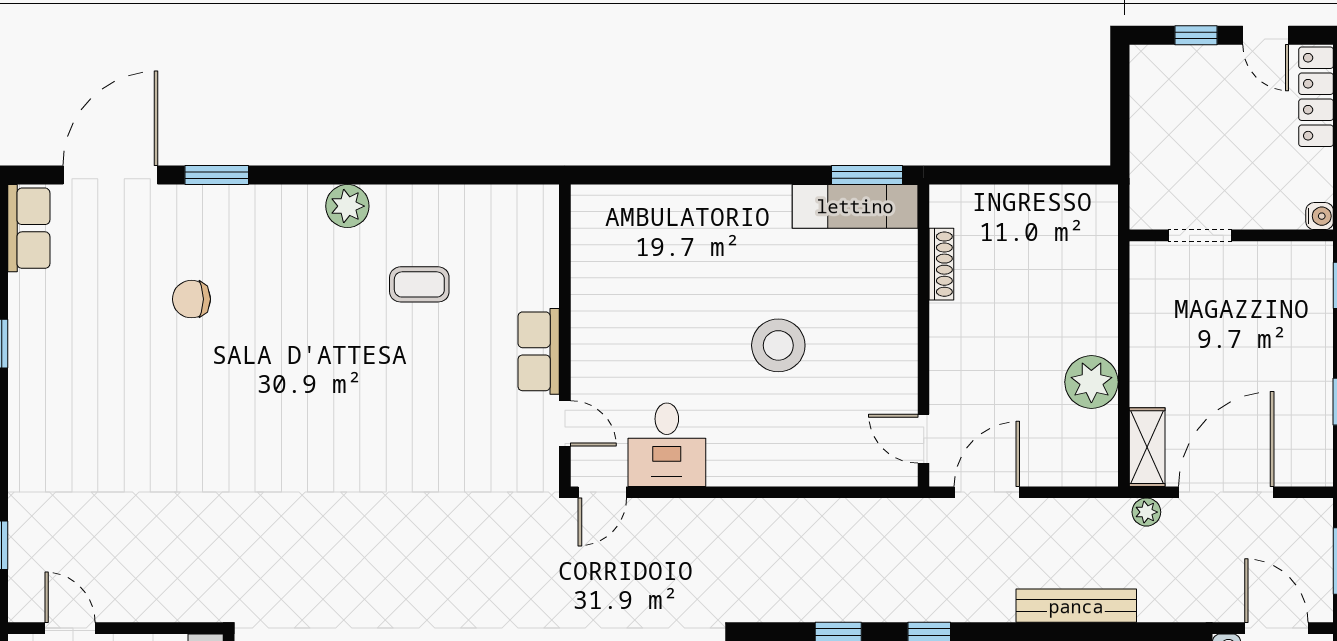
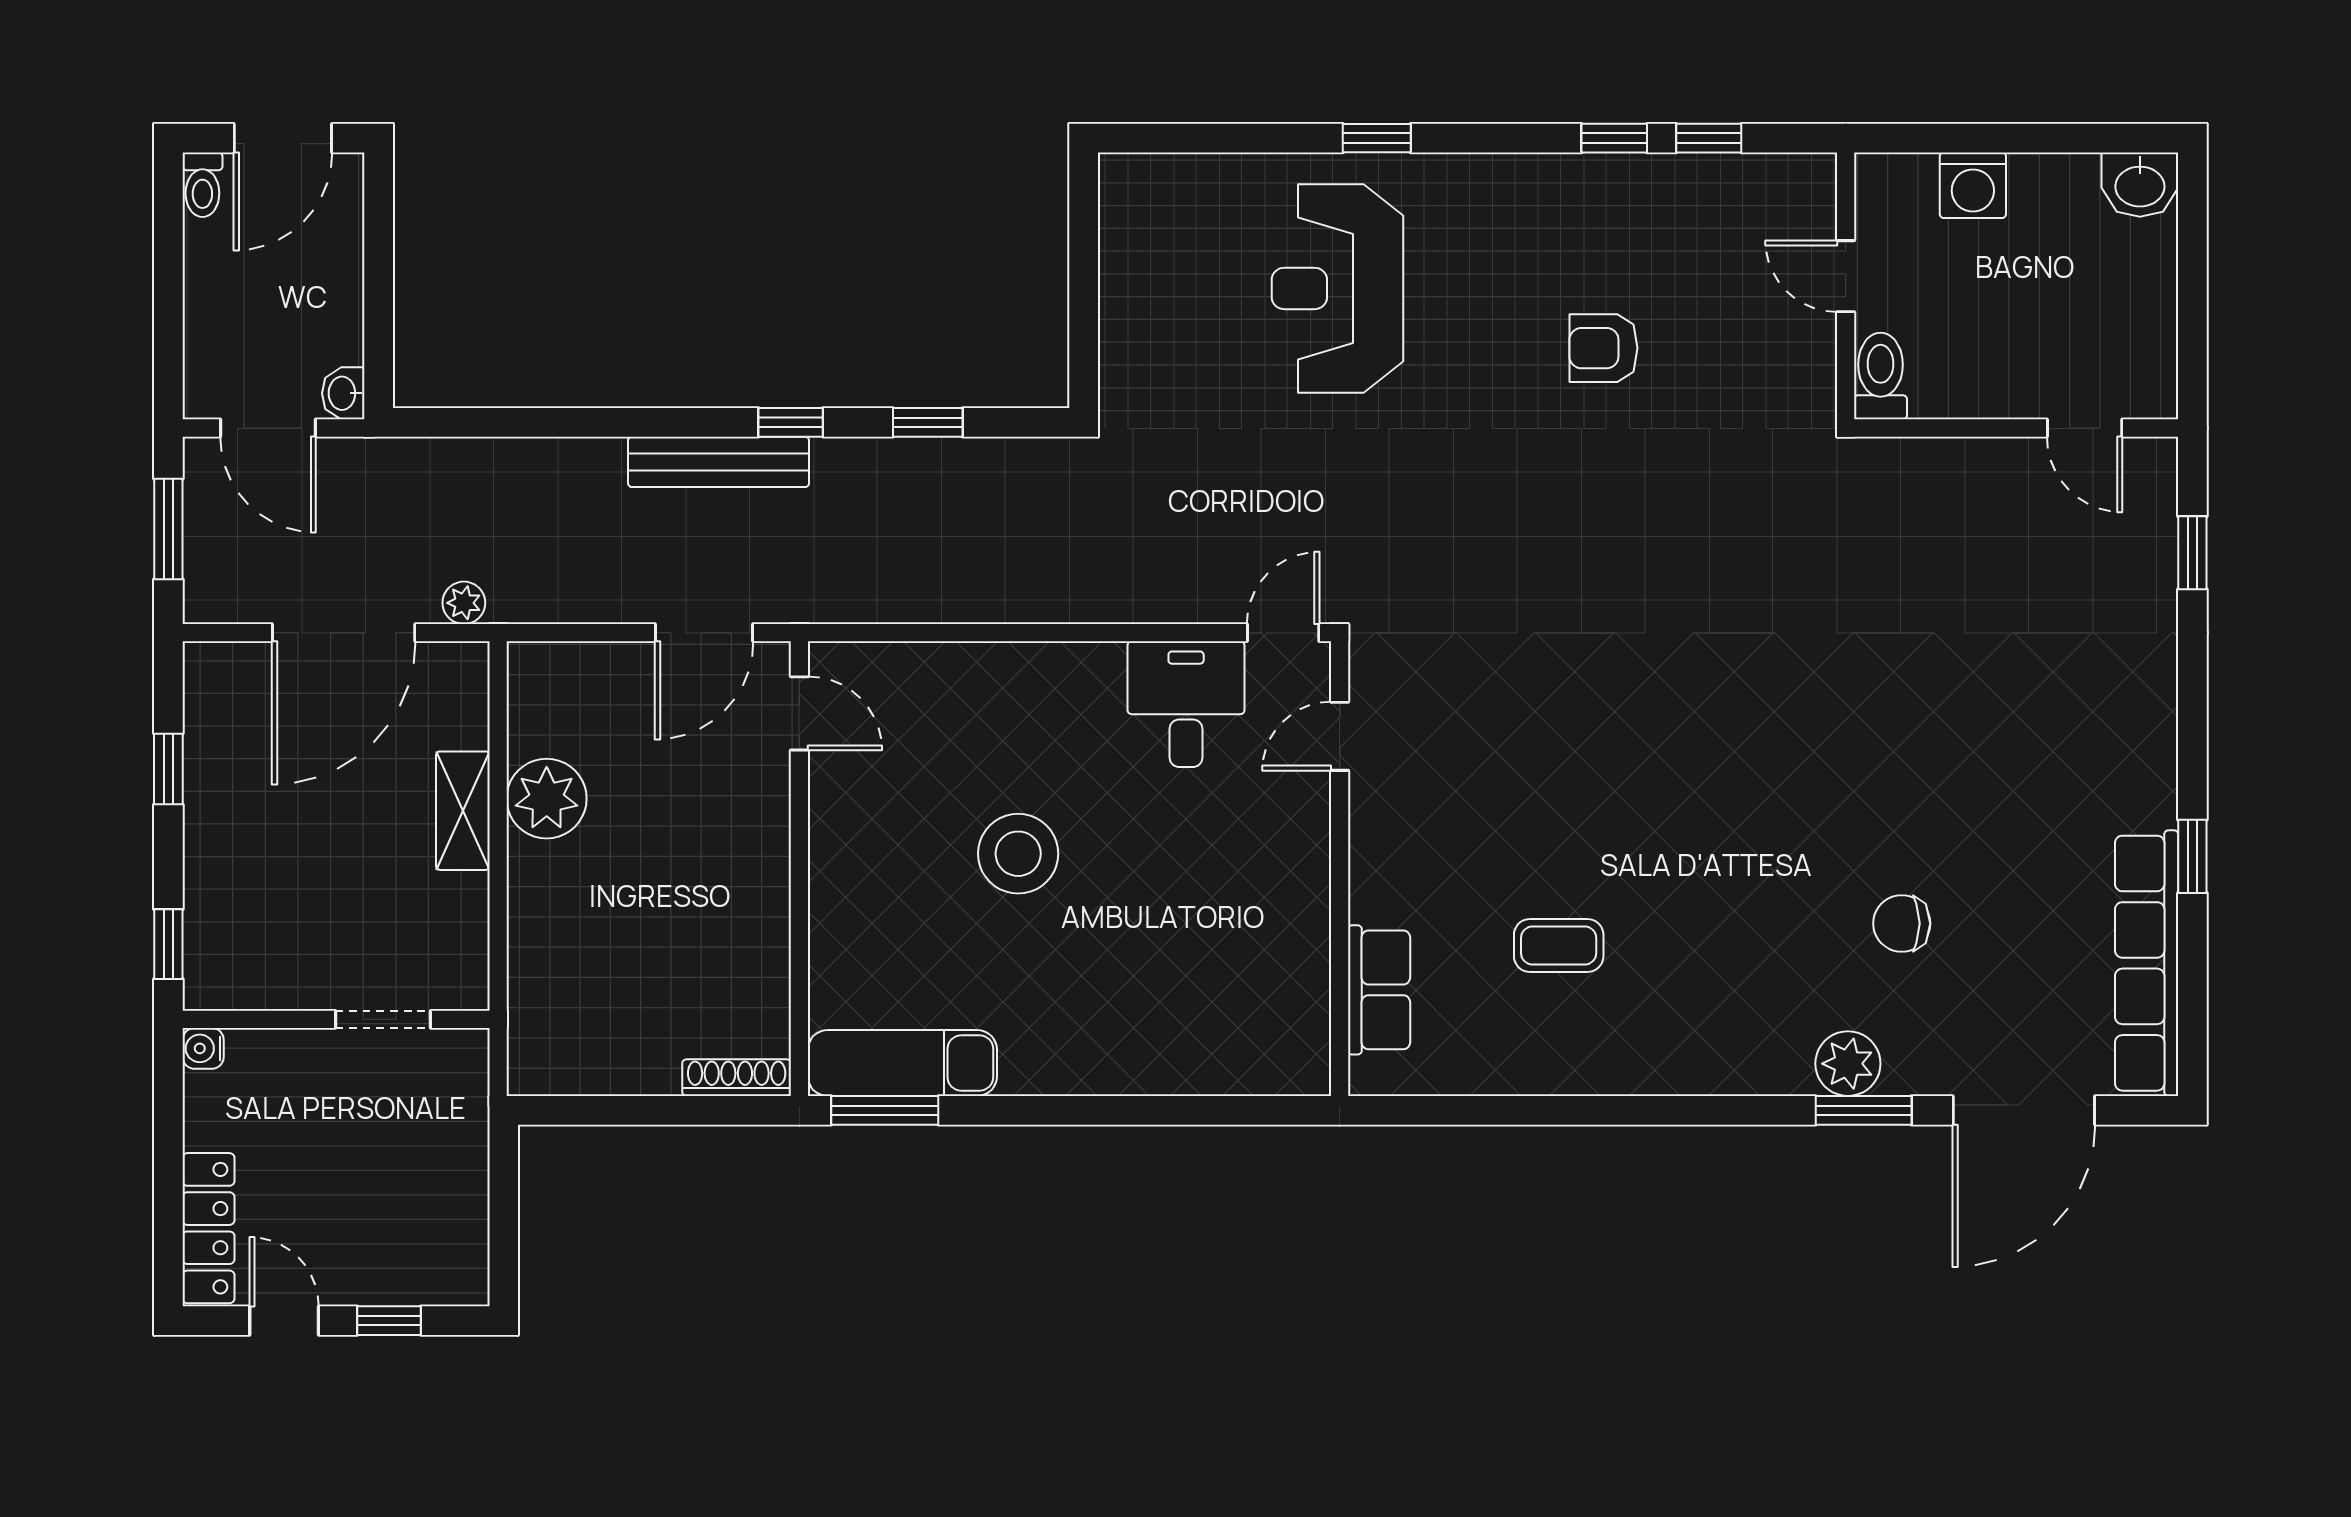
plant: (347, 206) -> (1848, 1064), moved
row of seats: (29, 228) -> (2147, 963), width x2.02
shoe rack: (941, 264) -> (737, 1078), moved, turned 90
chair: (192, 299) -> (1902, 923), turned 180
row of seats: (539, 351) -> (1379, 990), moved
door: (565, 423) -> (1340, 736), hinge flipped
shelving: (1147, 447) -> (463, 811), moved
bench: (1076, 606) -> (719, 462), moved

